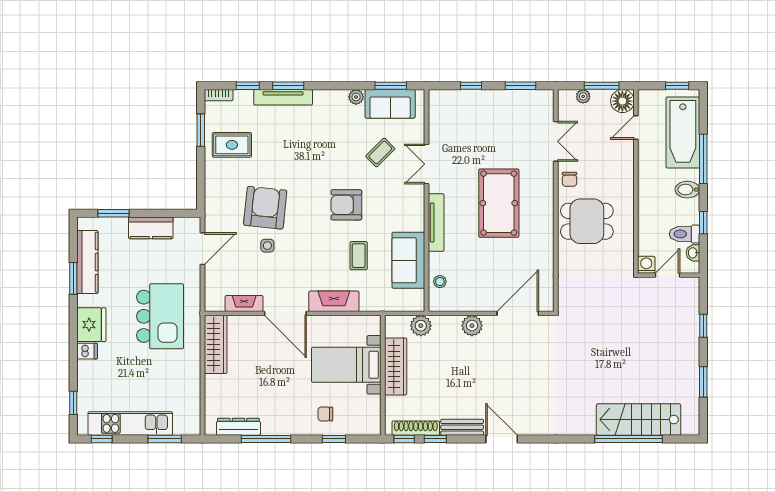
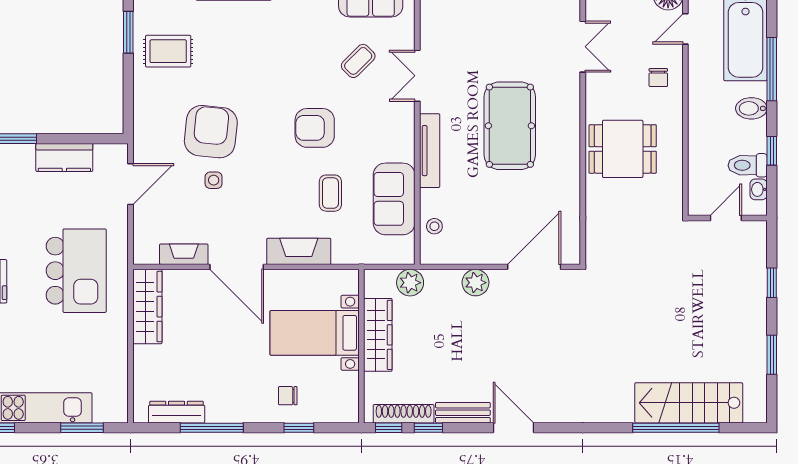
chair: (570, 179) -> (658, 78), moved
washing machine: (646, 265) -> (699, 205), removed

